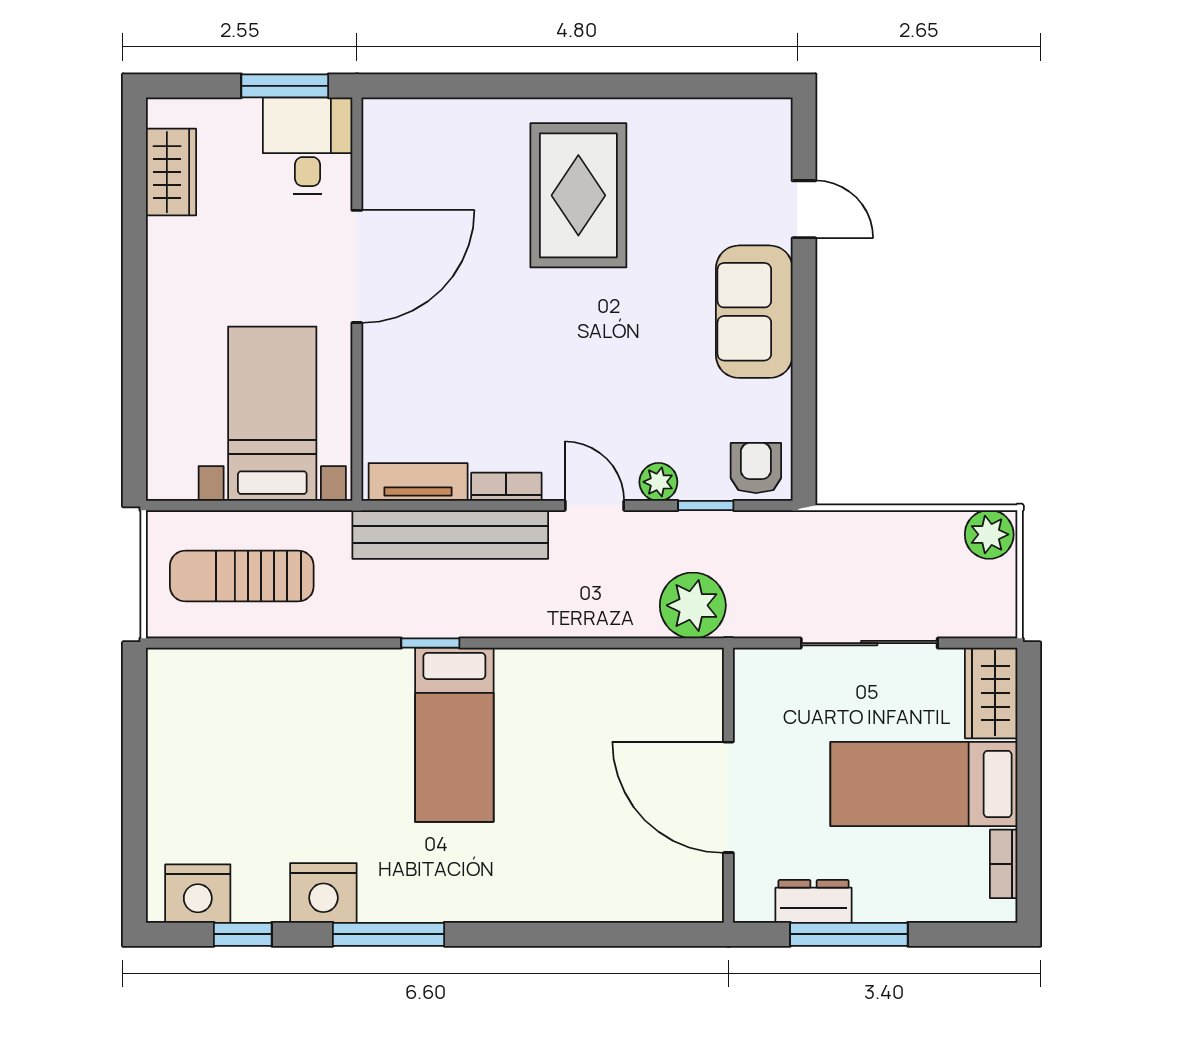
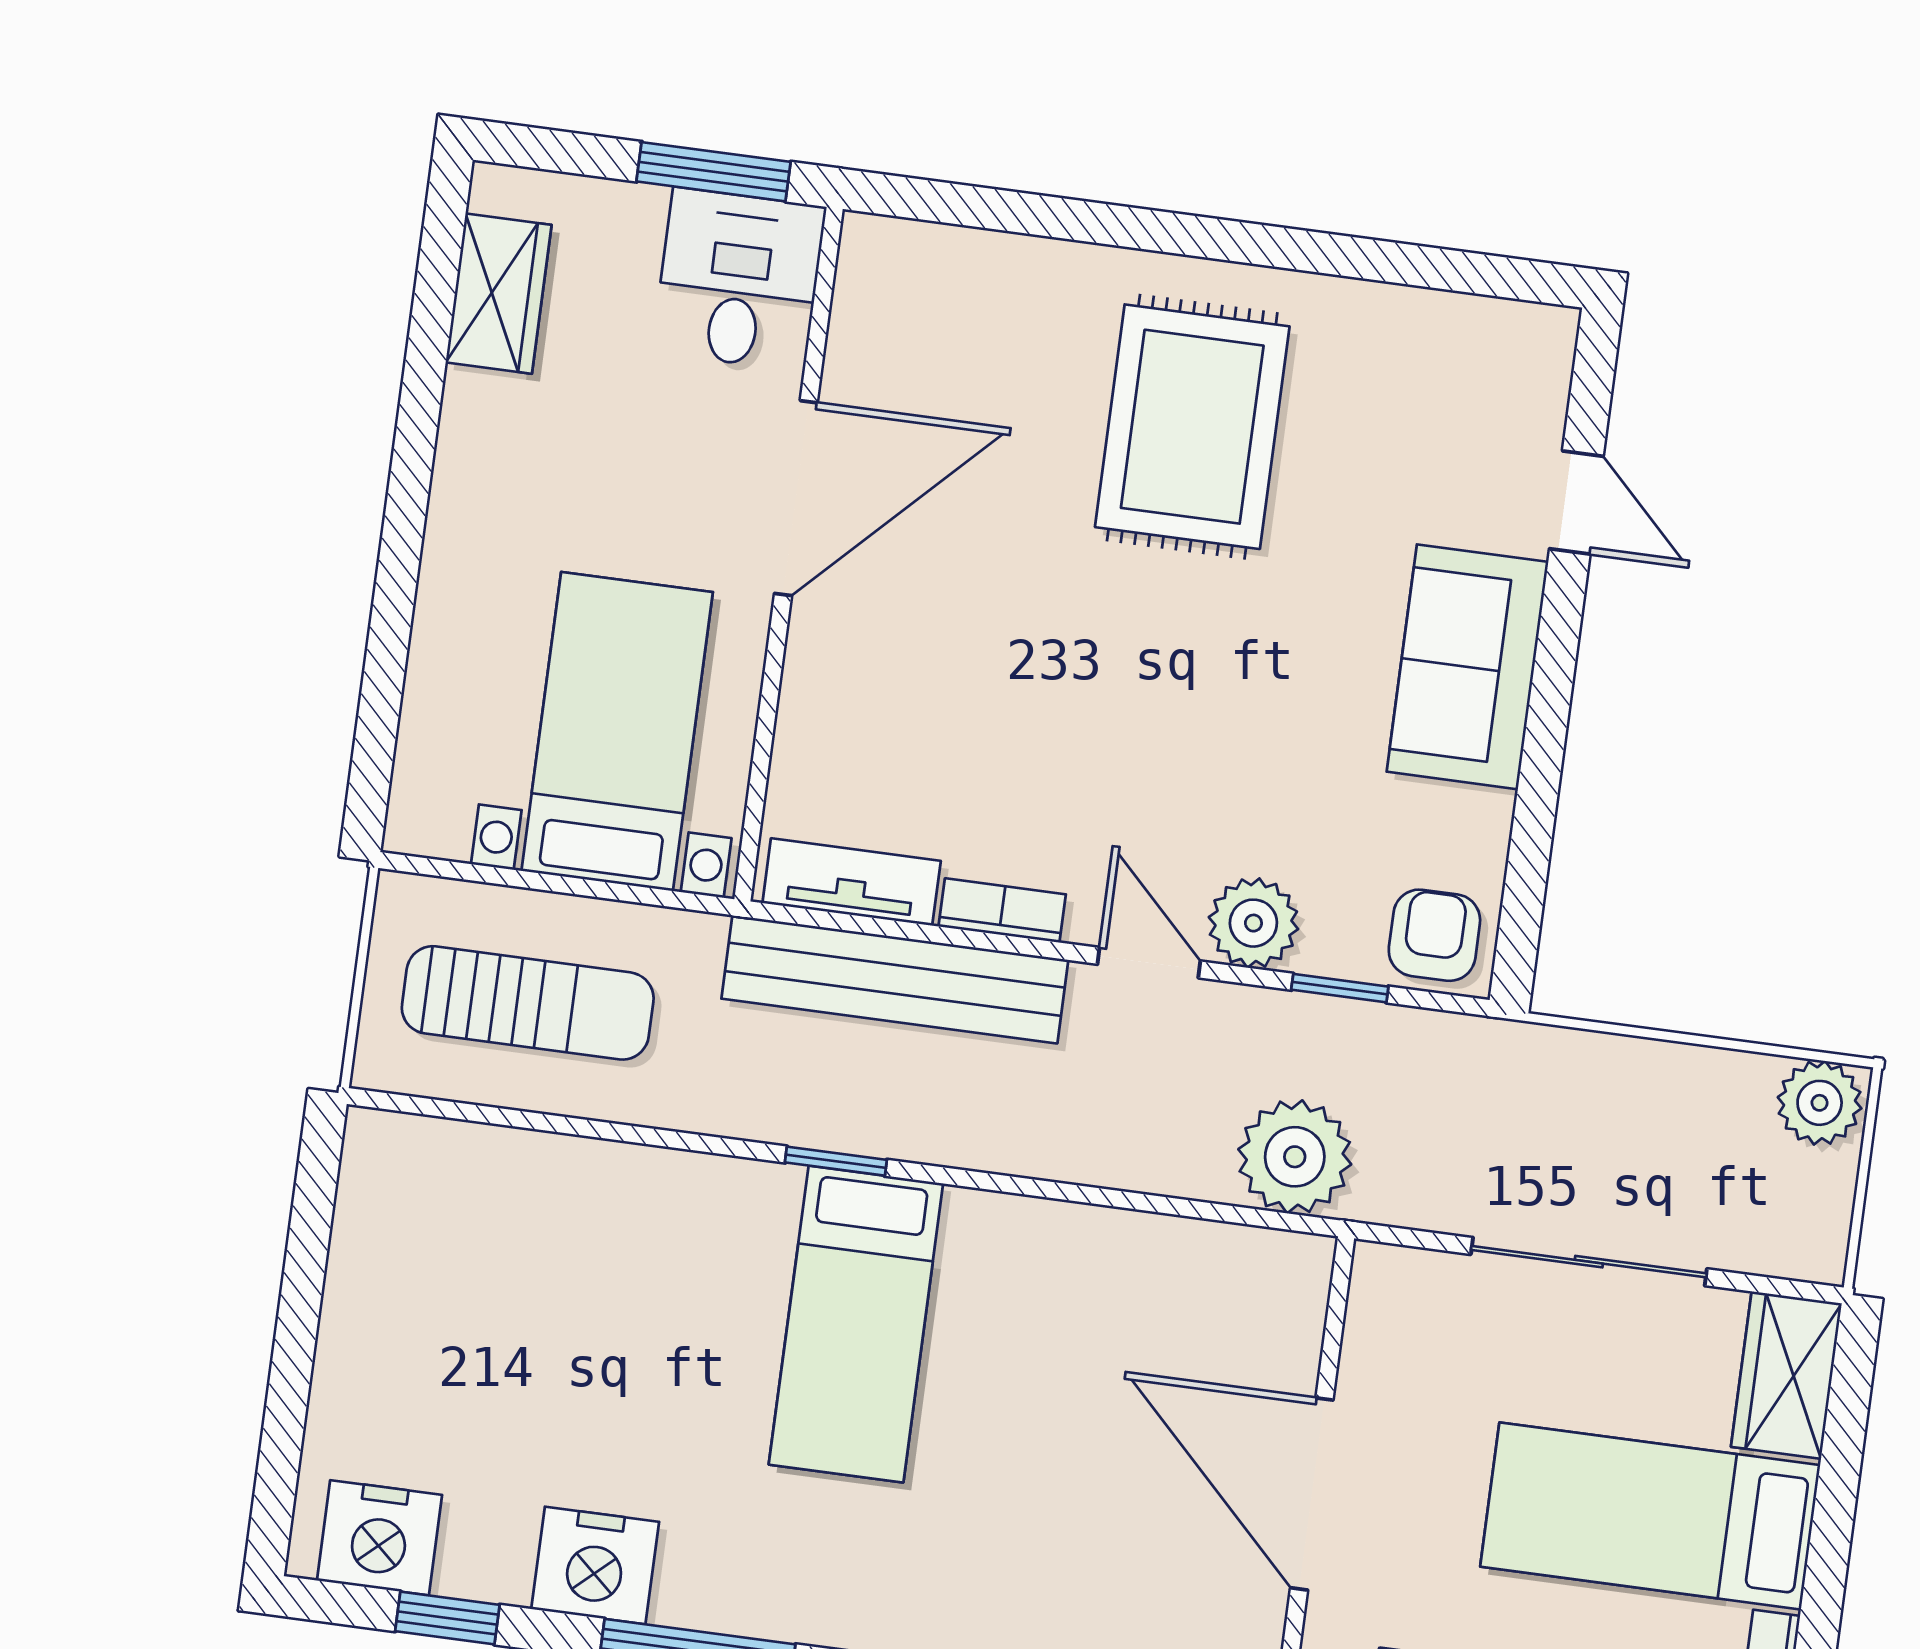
plant: (658, 482) -> (1253, 923), width x1.38, depth x1.38
sun lounger: (242, 576) -> (528, 1003), turned 180

